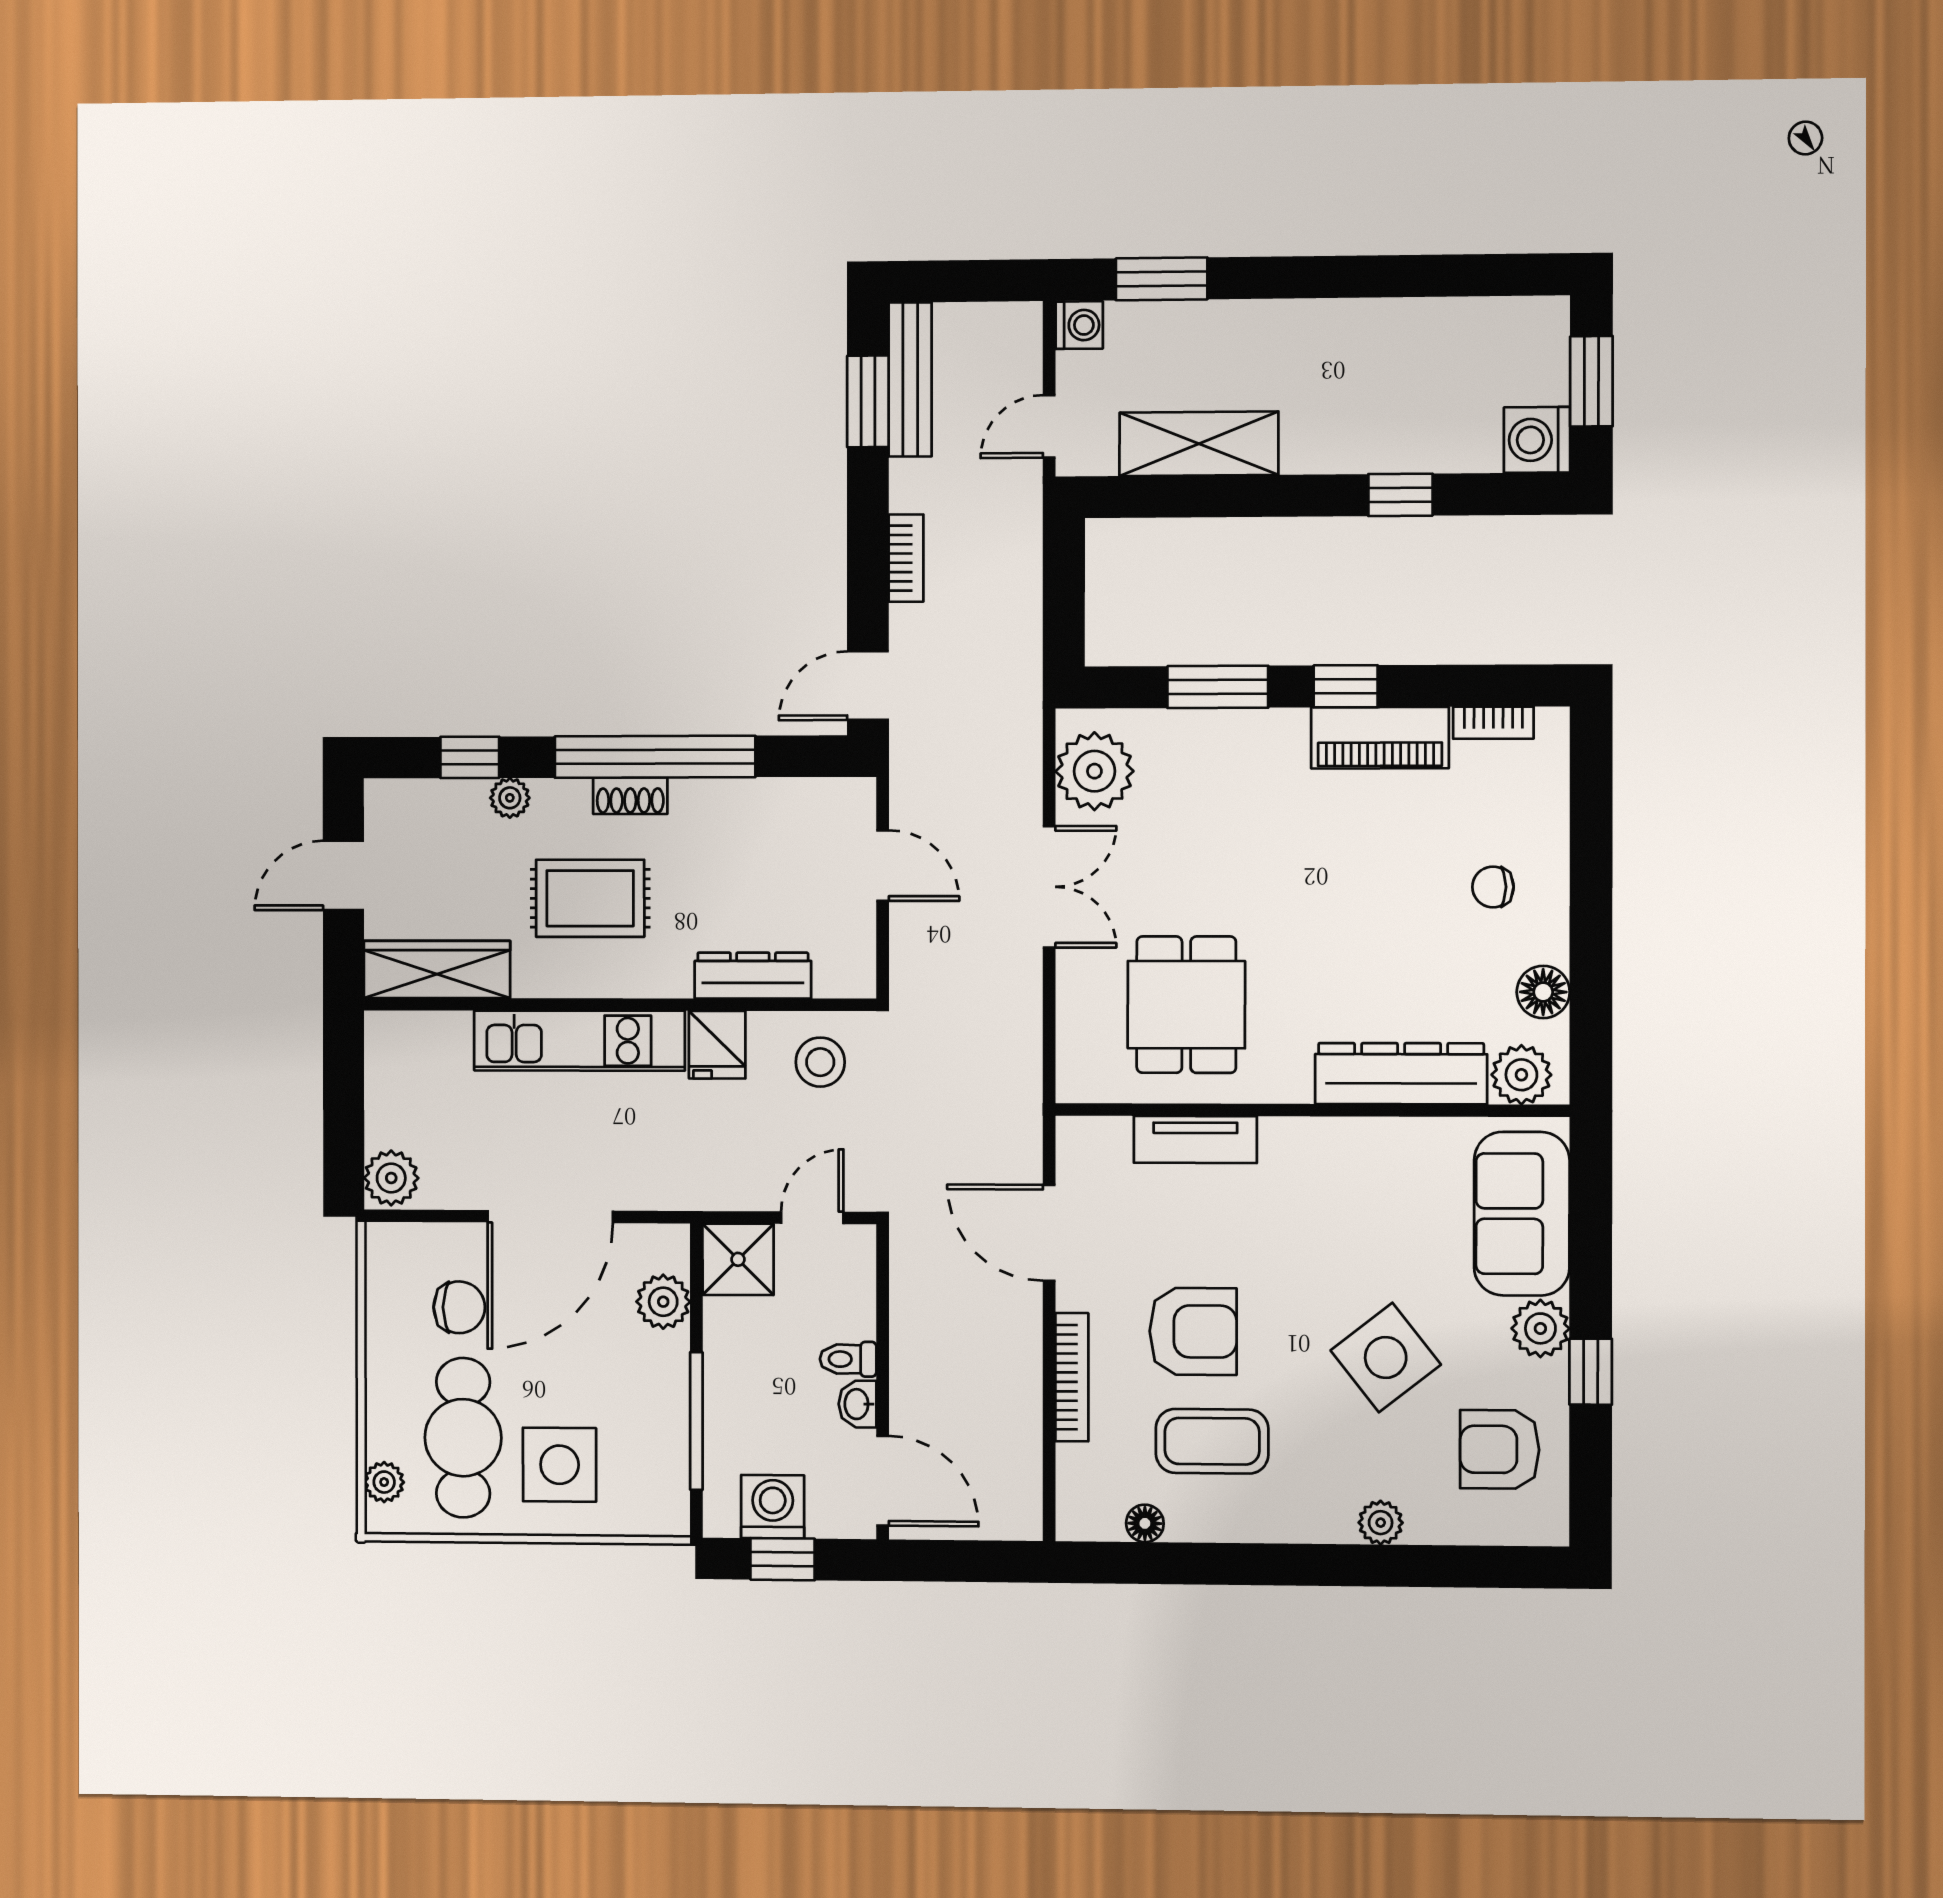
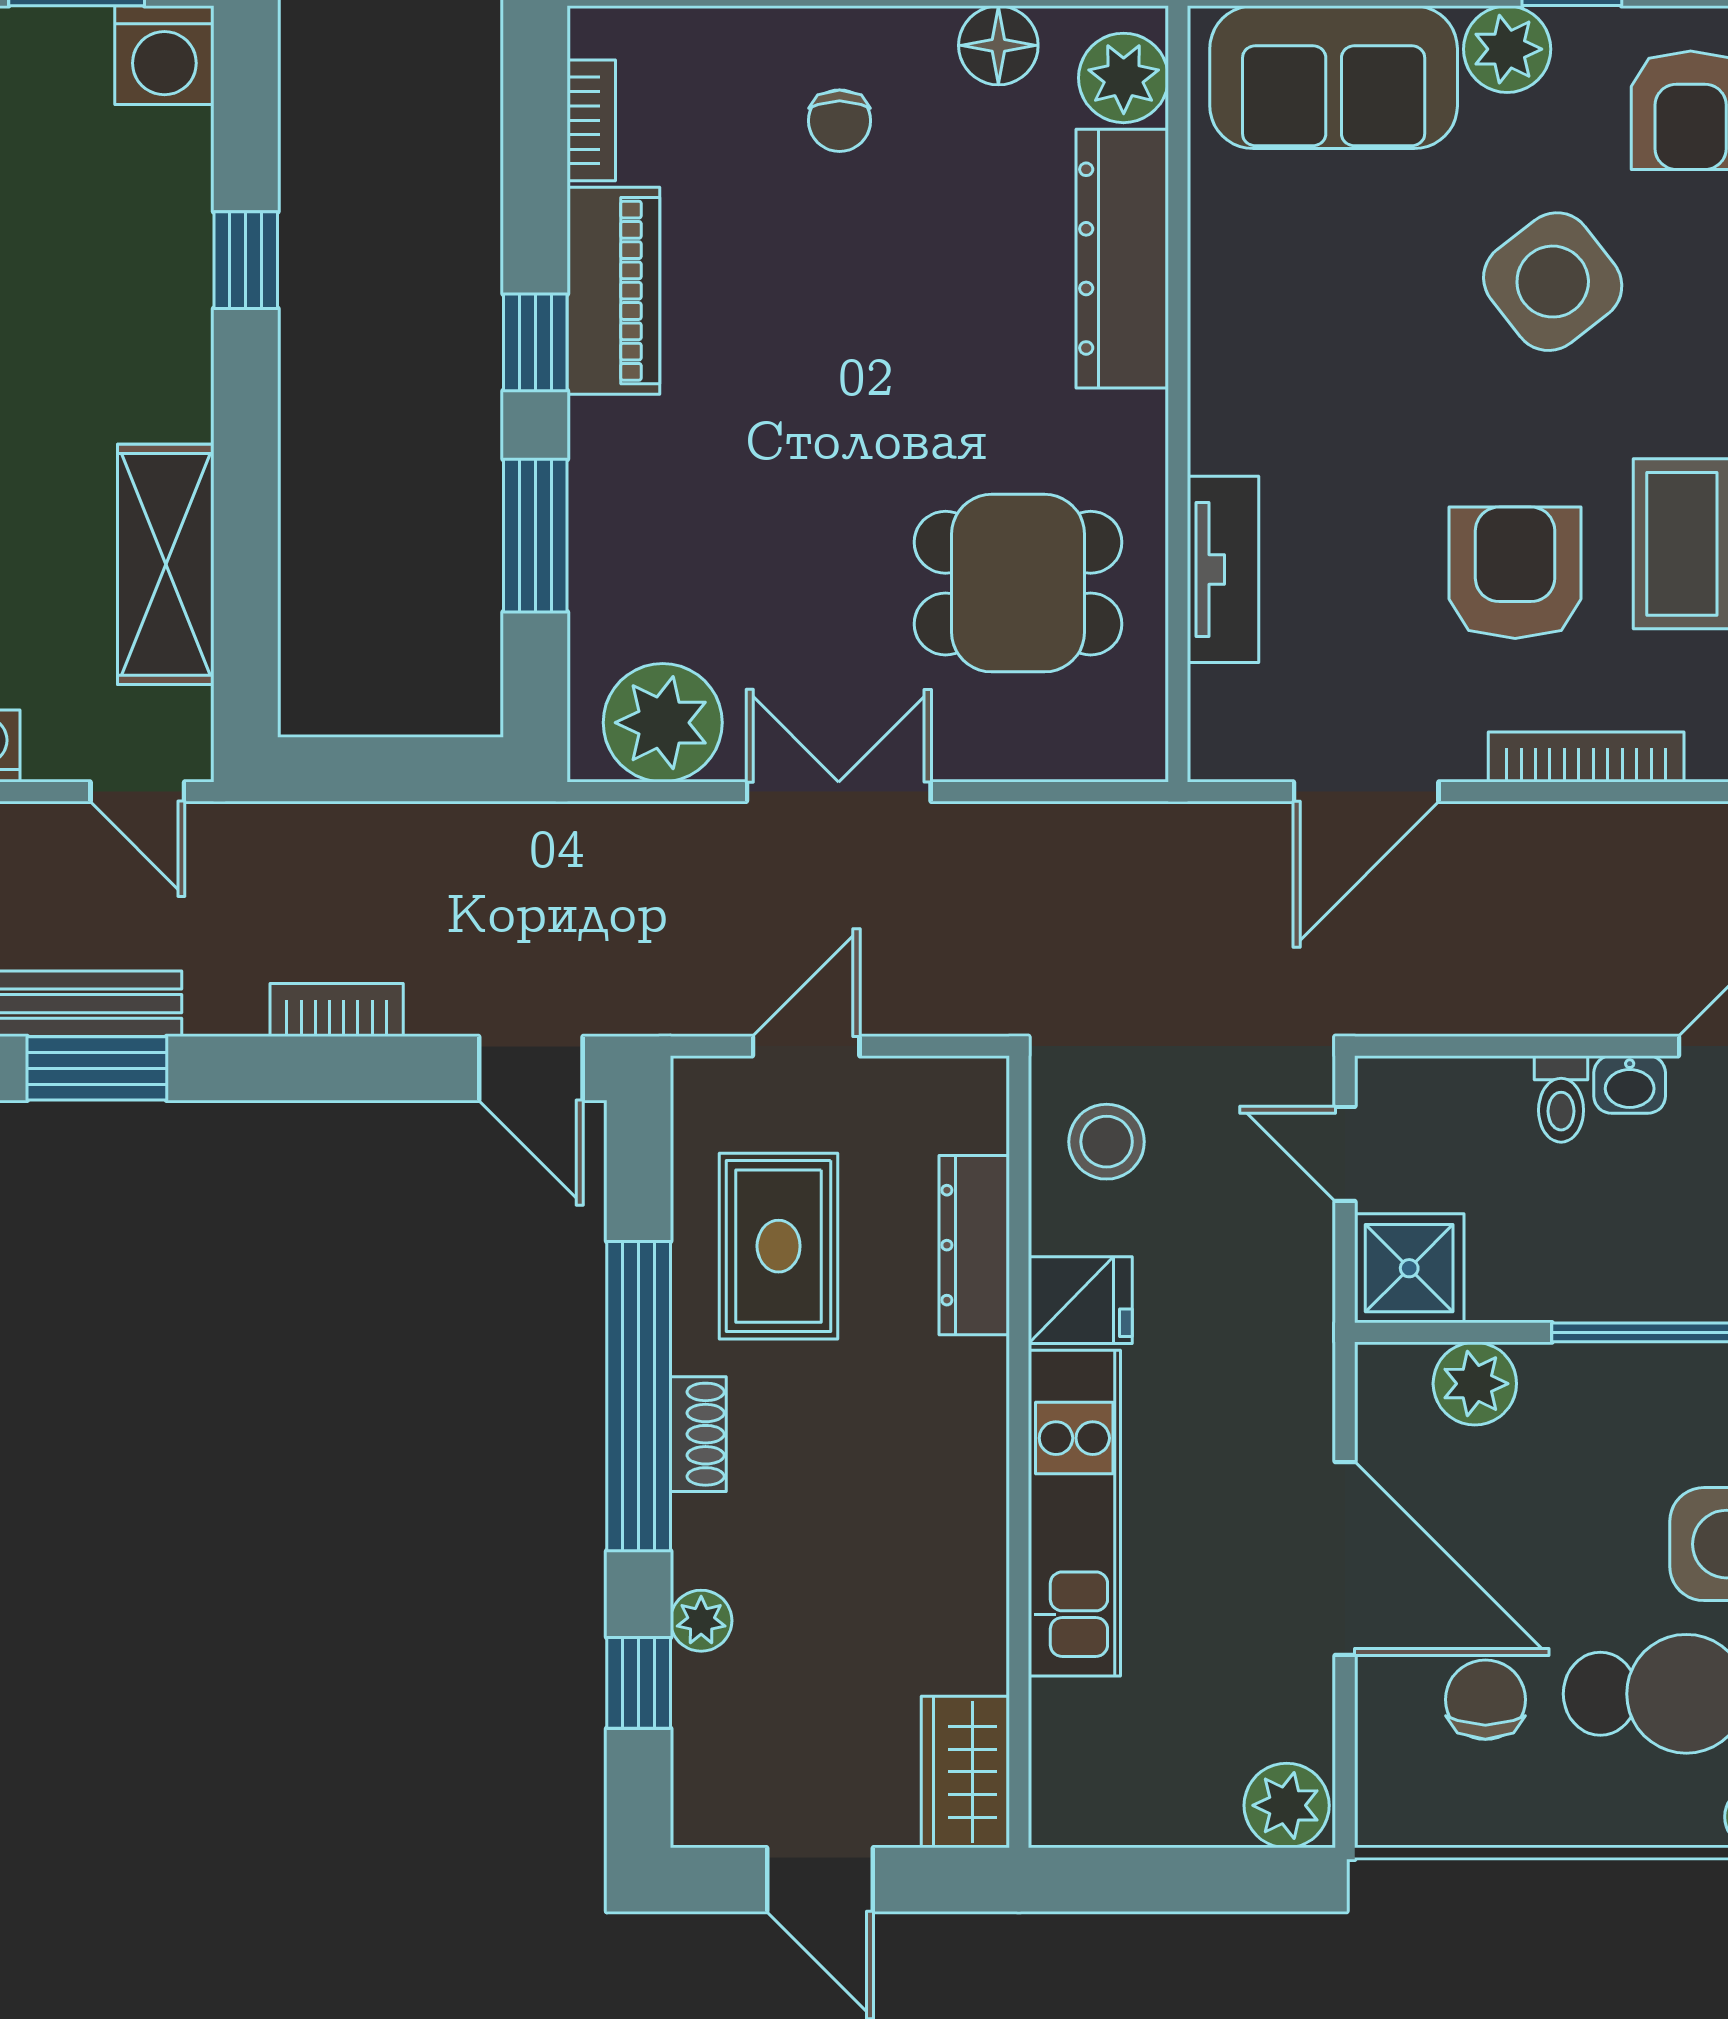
rug: (590, 898) -> (779, 1246), moved
wardrobe: (437, 970) -> (965, 1772), width x0.67

